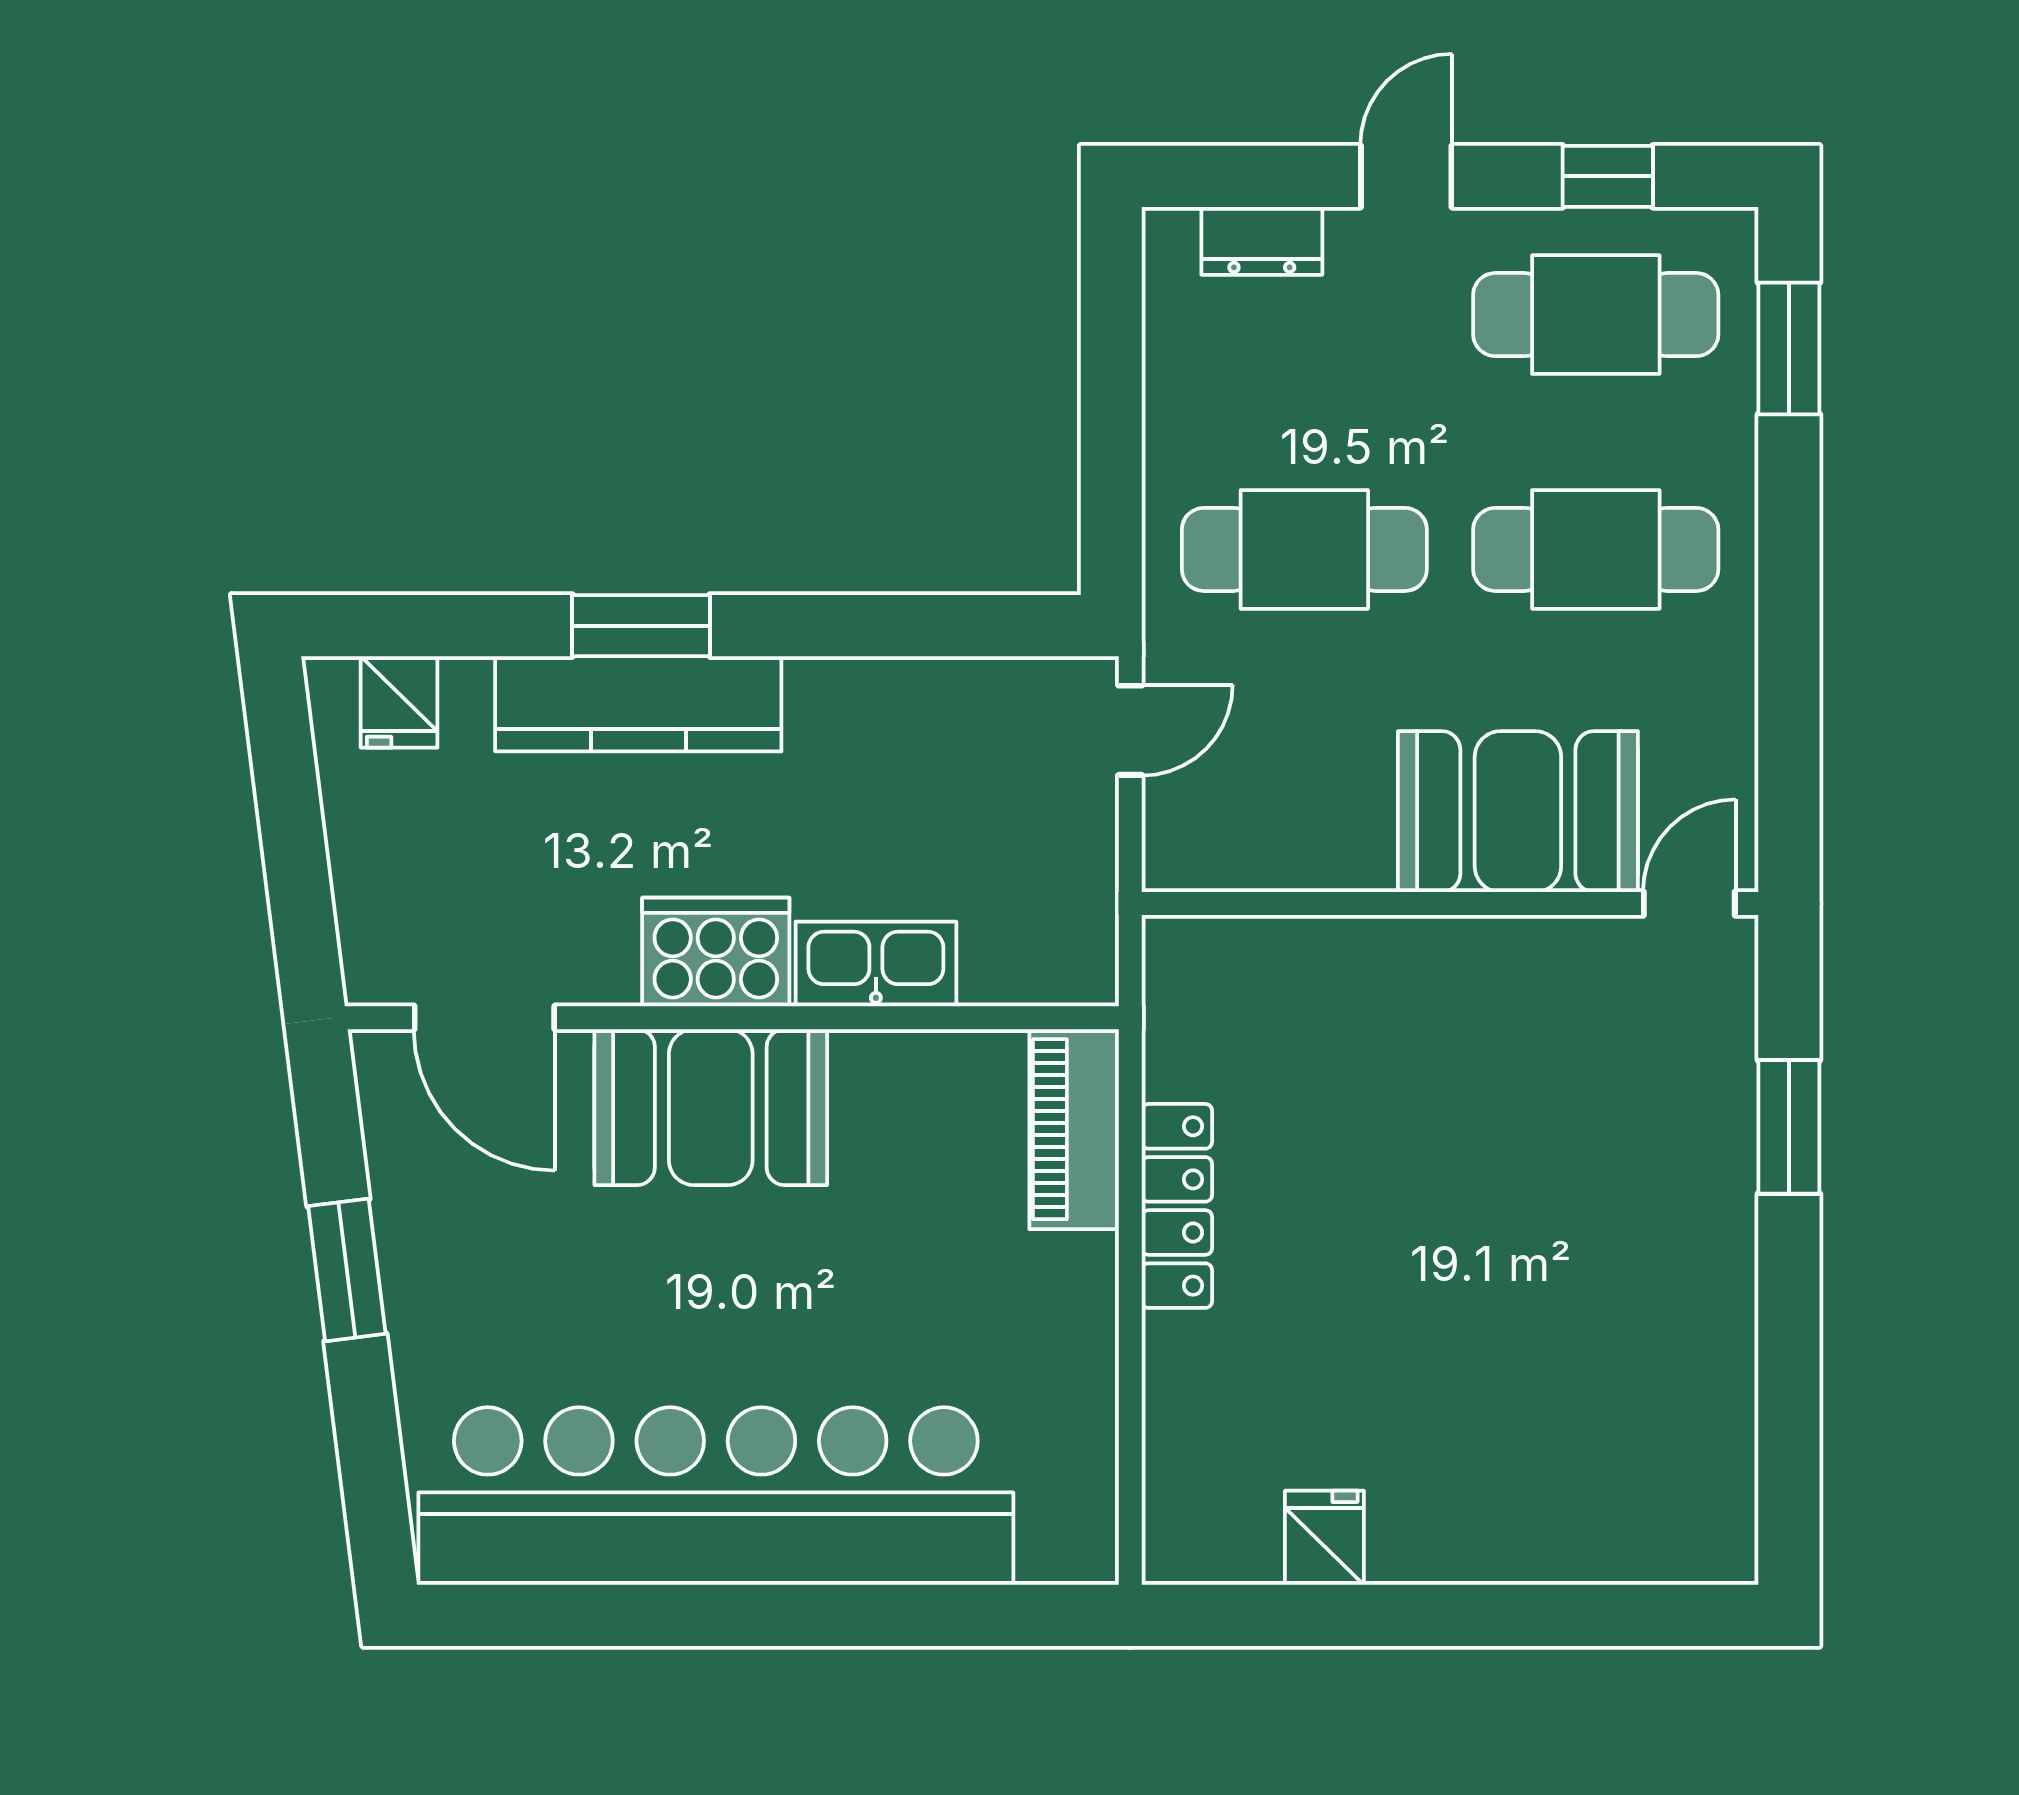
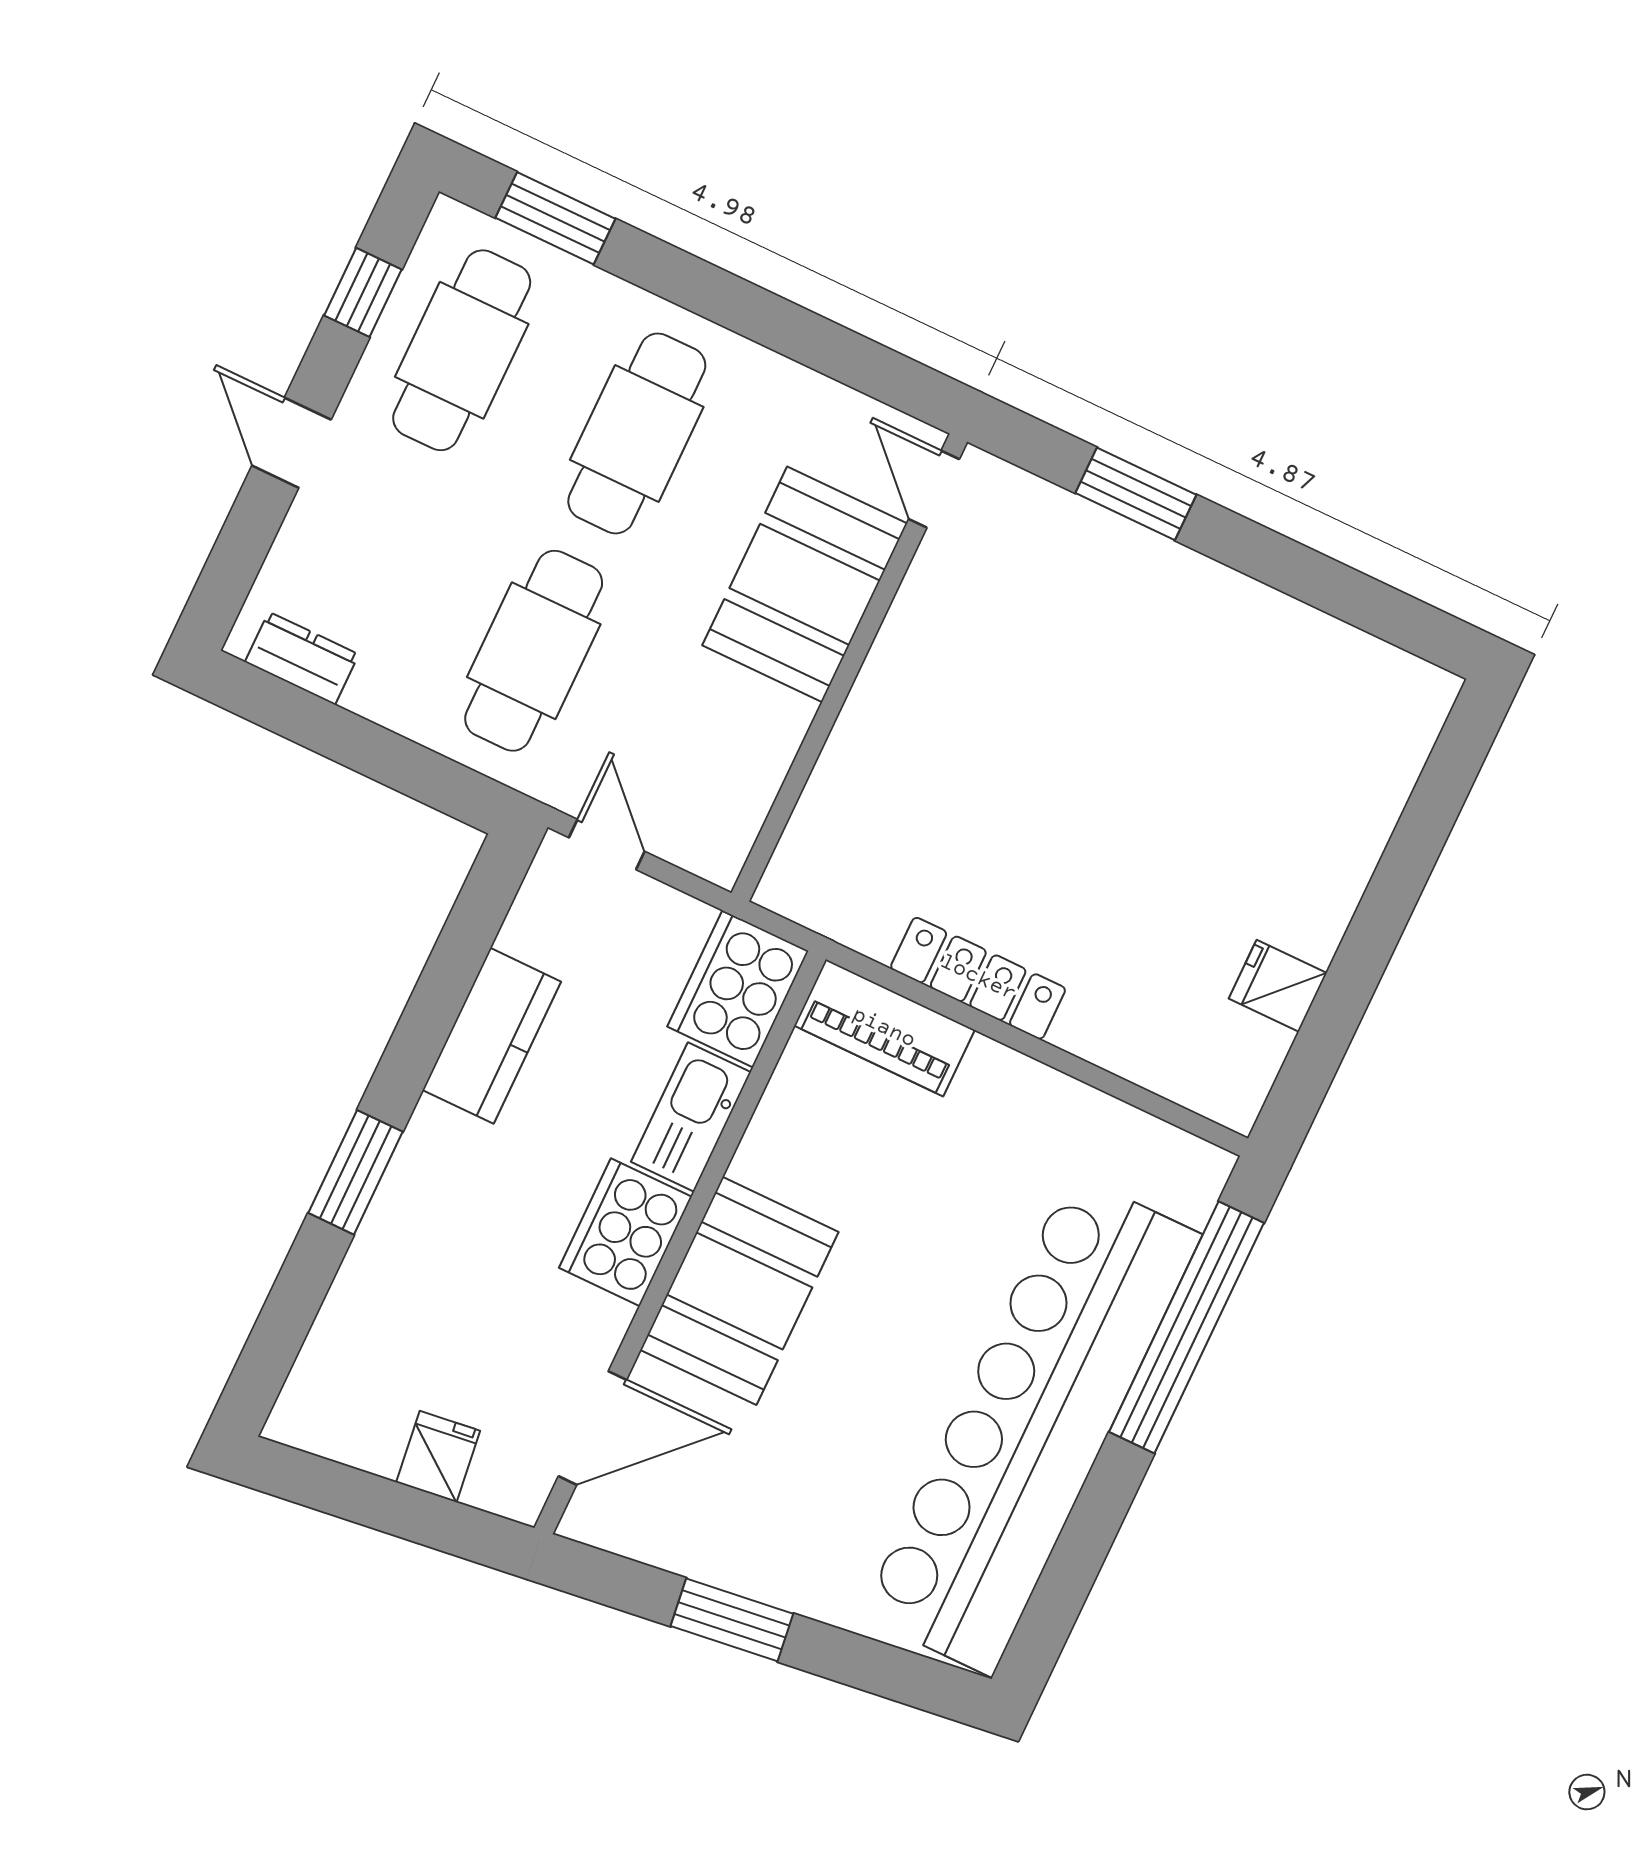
dresser: (1262, 241) -> (302, 658), moved, turned -90
fridge: (399, 702) -> (438, 1457), moved, turned -97
kitchen counter: (638, 704) -> (492, 1036), moved, width x0.67
cooker: (1041, 949) -> (738, 989), added
window: (903, 1615) -> (1187, 1327), added

